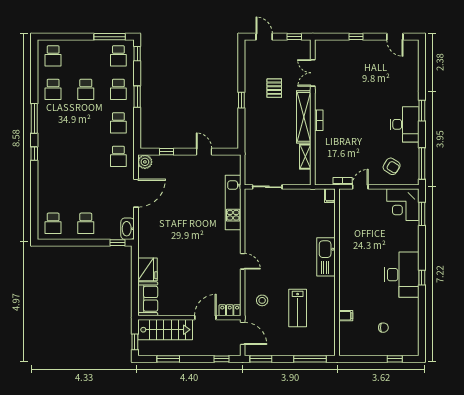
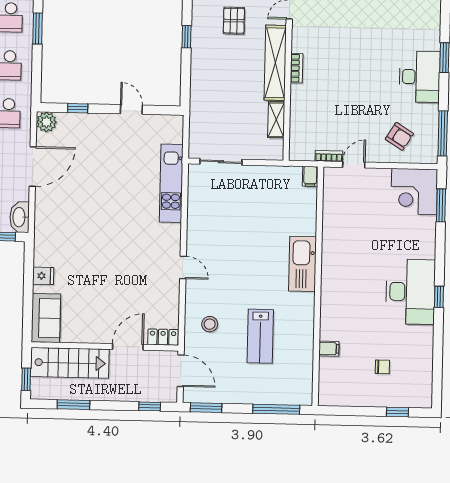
fridge: (148, 269) -> (43, 276), width x0.53, depth x0.75

